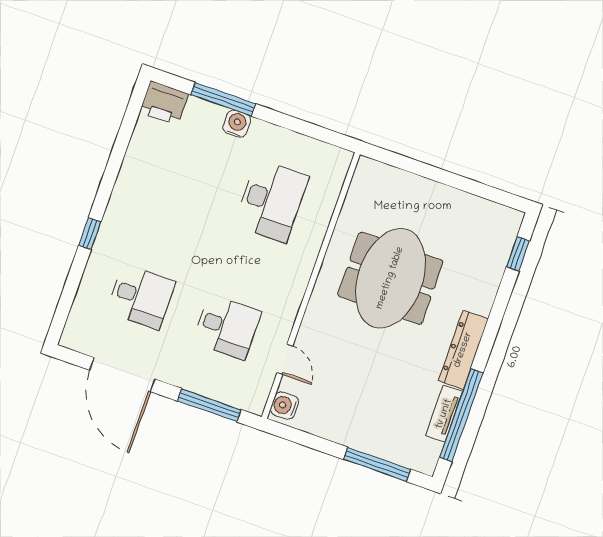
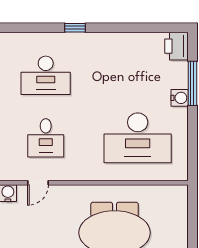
desk: (271, 201) -> (138, 138), width x1.36, depth x1.30
desk: (141, 297) -> (46, 75), width x1.37

